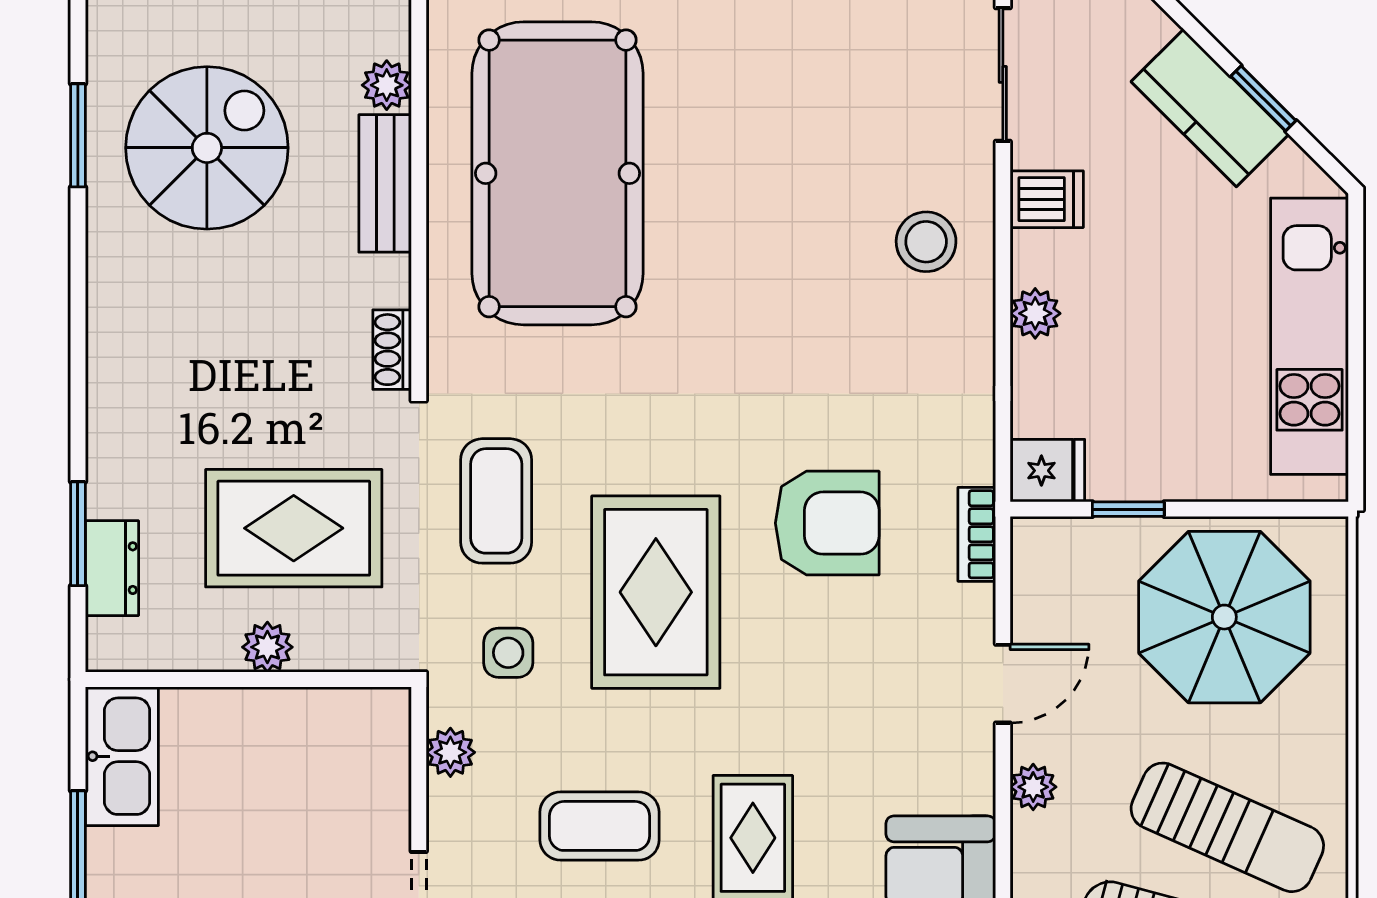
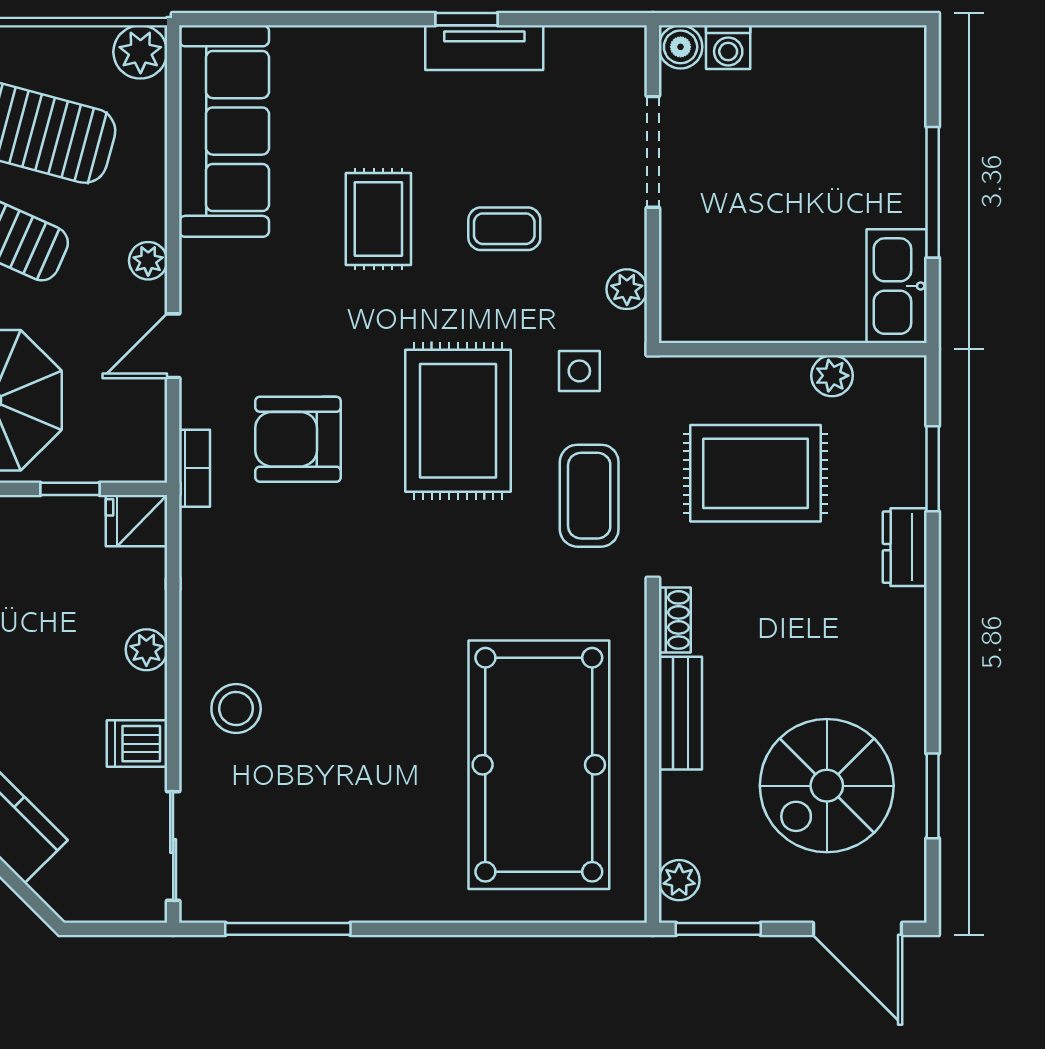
plant: (387, 85) -> (679, 880), moved
bench: (385, 183) -> (680, 713), moved
armchair: (827, 523) -> (298, 439), moved
dresser: (112, 568) -> (905, 547), moved
plant: (267, 647) -> (832, 376), moved
coffee table: (600, 826) -> (504, 229), width x0.73, depth x0.77

